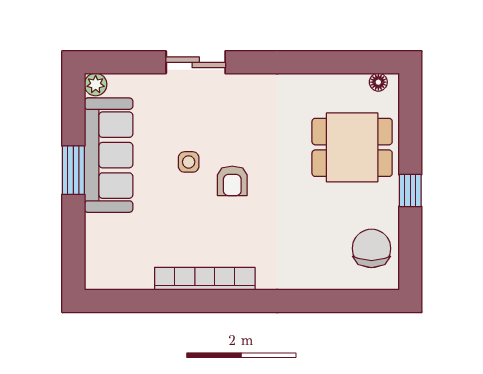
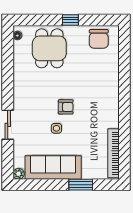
window: (73, 170) -> (81, 185), moved
chair: (372, 248) -> (99, 39), turned -90
bookcase: (205, 279) -> (114, 153), moved

